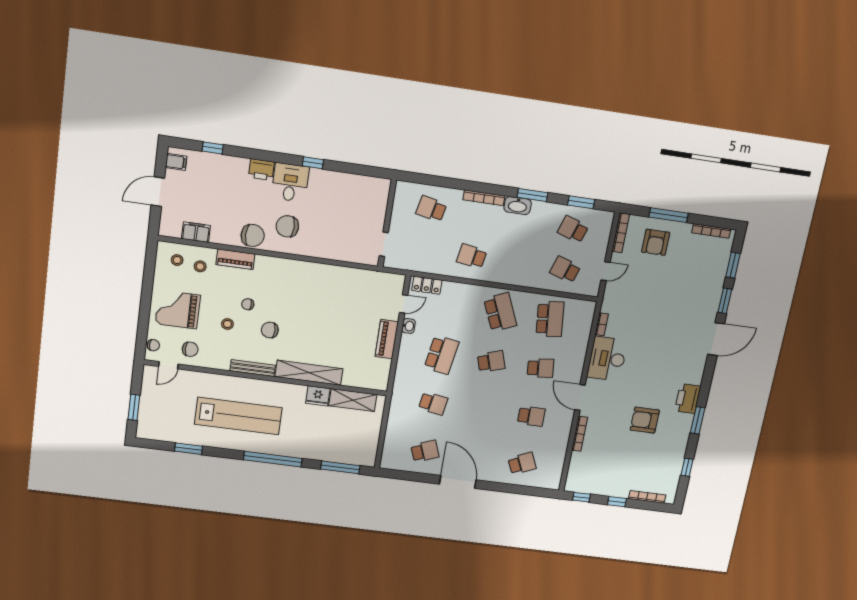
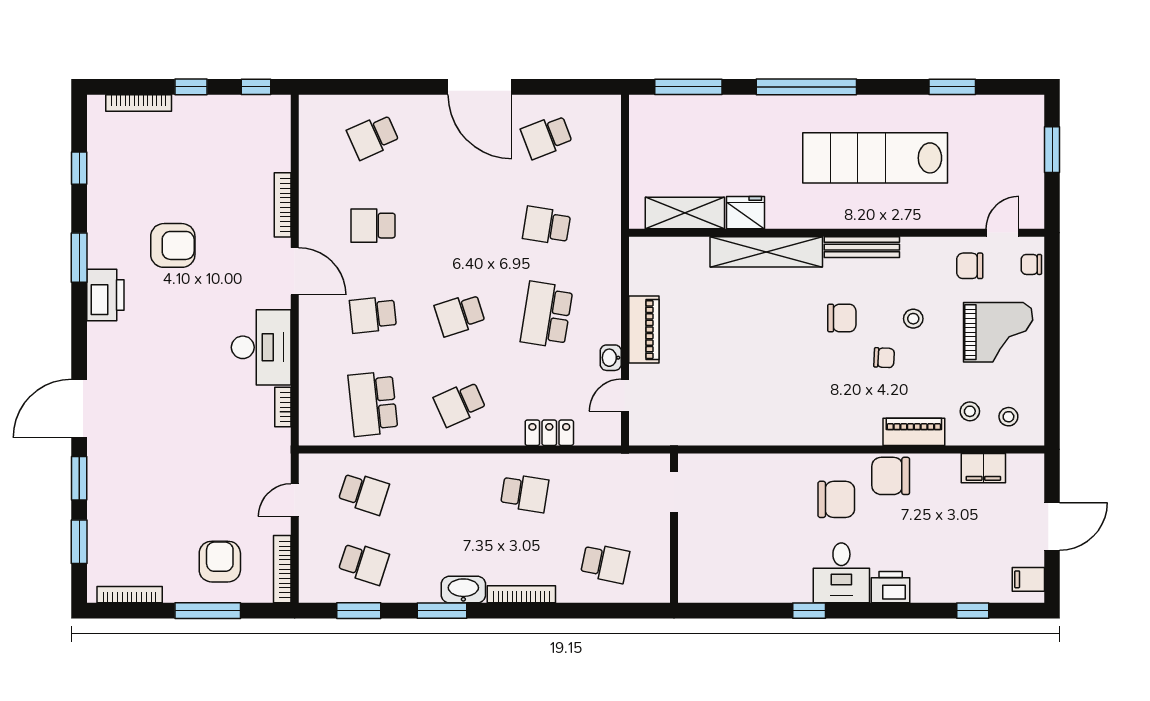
locker: (427, 285) -> (549, 433), moved
school desk: (500, 312) -> (460, 404), width x0.54

